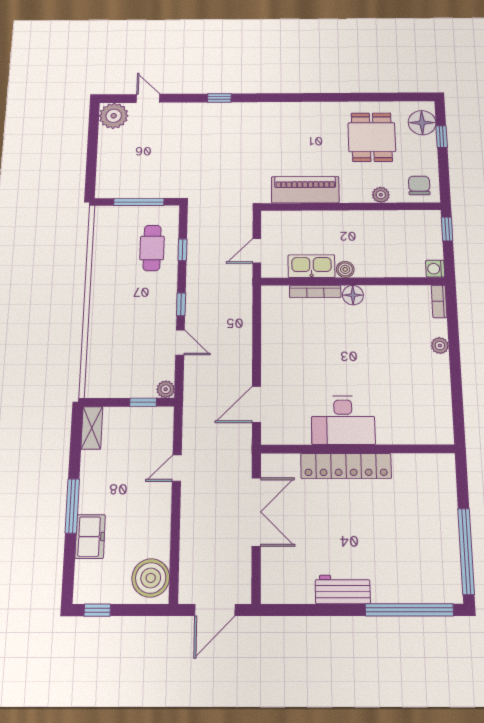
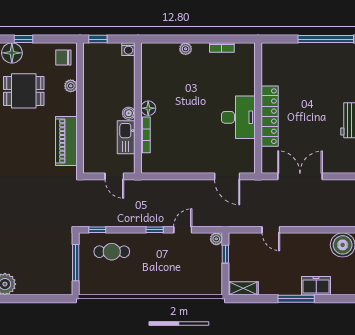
window: (182, 250) -> (97, 230), moved
bookcase: (439, 301) -> (222, 48), moved

